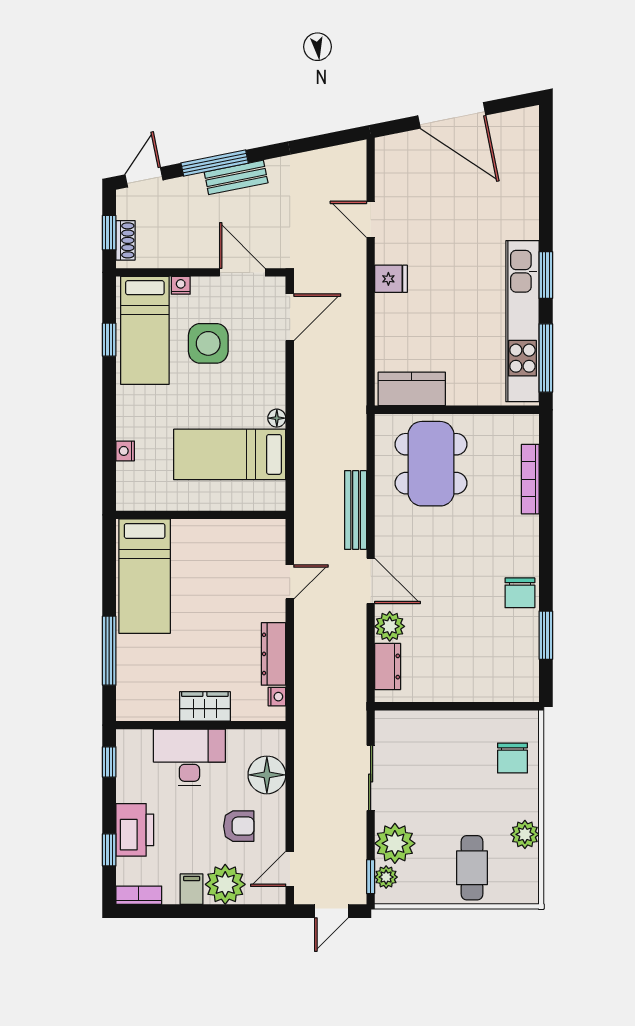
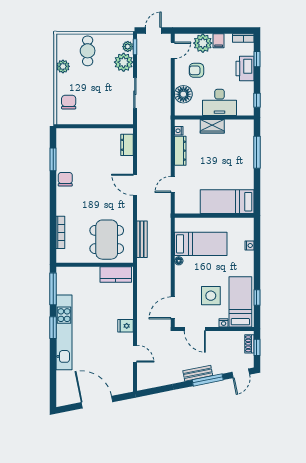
kitchen unit: (522, 321) -> (64, 332), moved
bench: (356, 510) -> (142, 239), moved
bed: (145, 576) -> (227, 202), moved, turned -90
plant: (390, 626) -> (126, 164), removed

